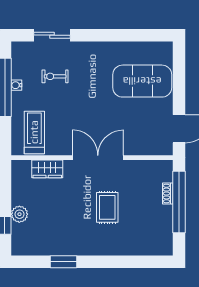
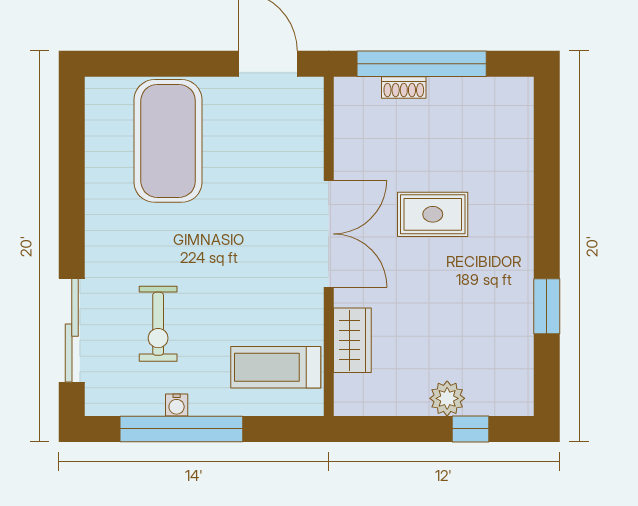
sliding door: (52, 35) -> (72, 330), width x1.37
exercise bike: (55, 76) -> (158, 324), width x1.38, depth x1.39
double door: (98, 158) -> (329, 234), swing flipped

